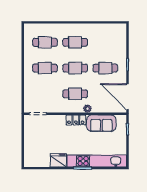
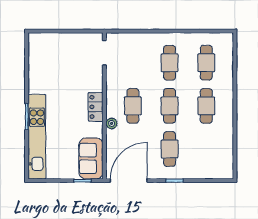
sofa: (101, 123) -> (91, 158), moved
fridge: (58, 160) -> (38, 82), removed

